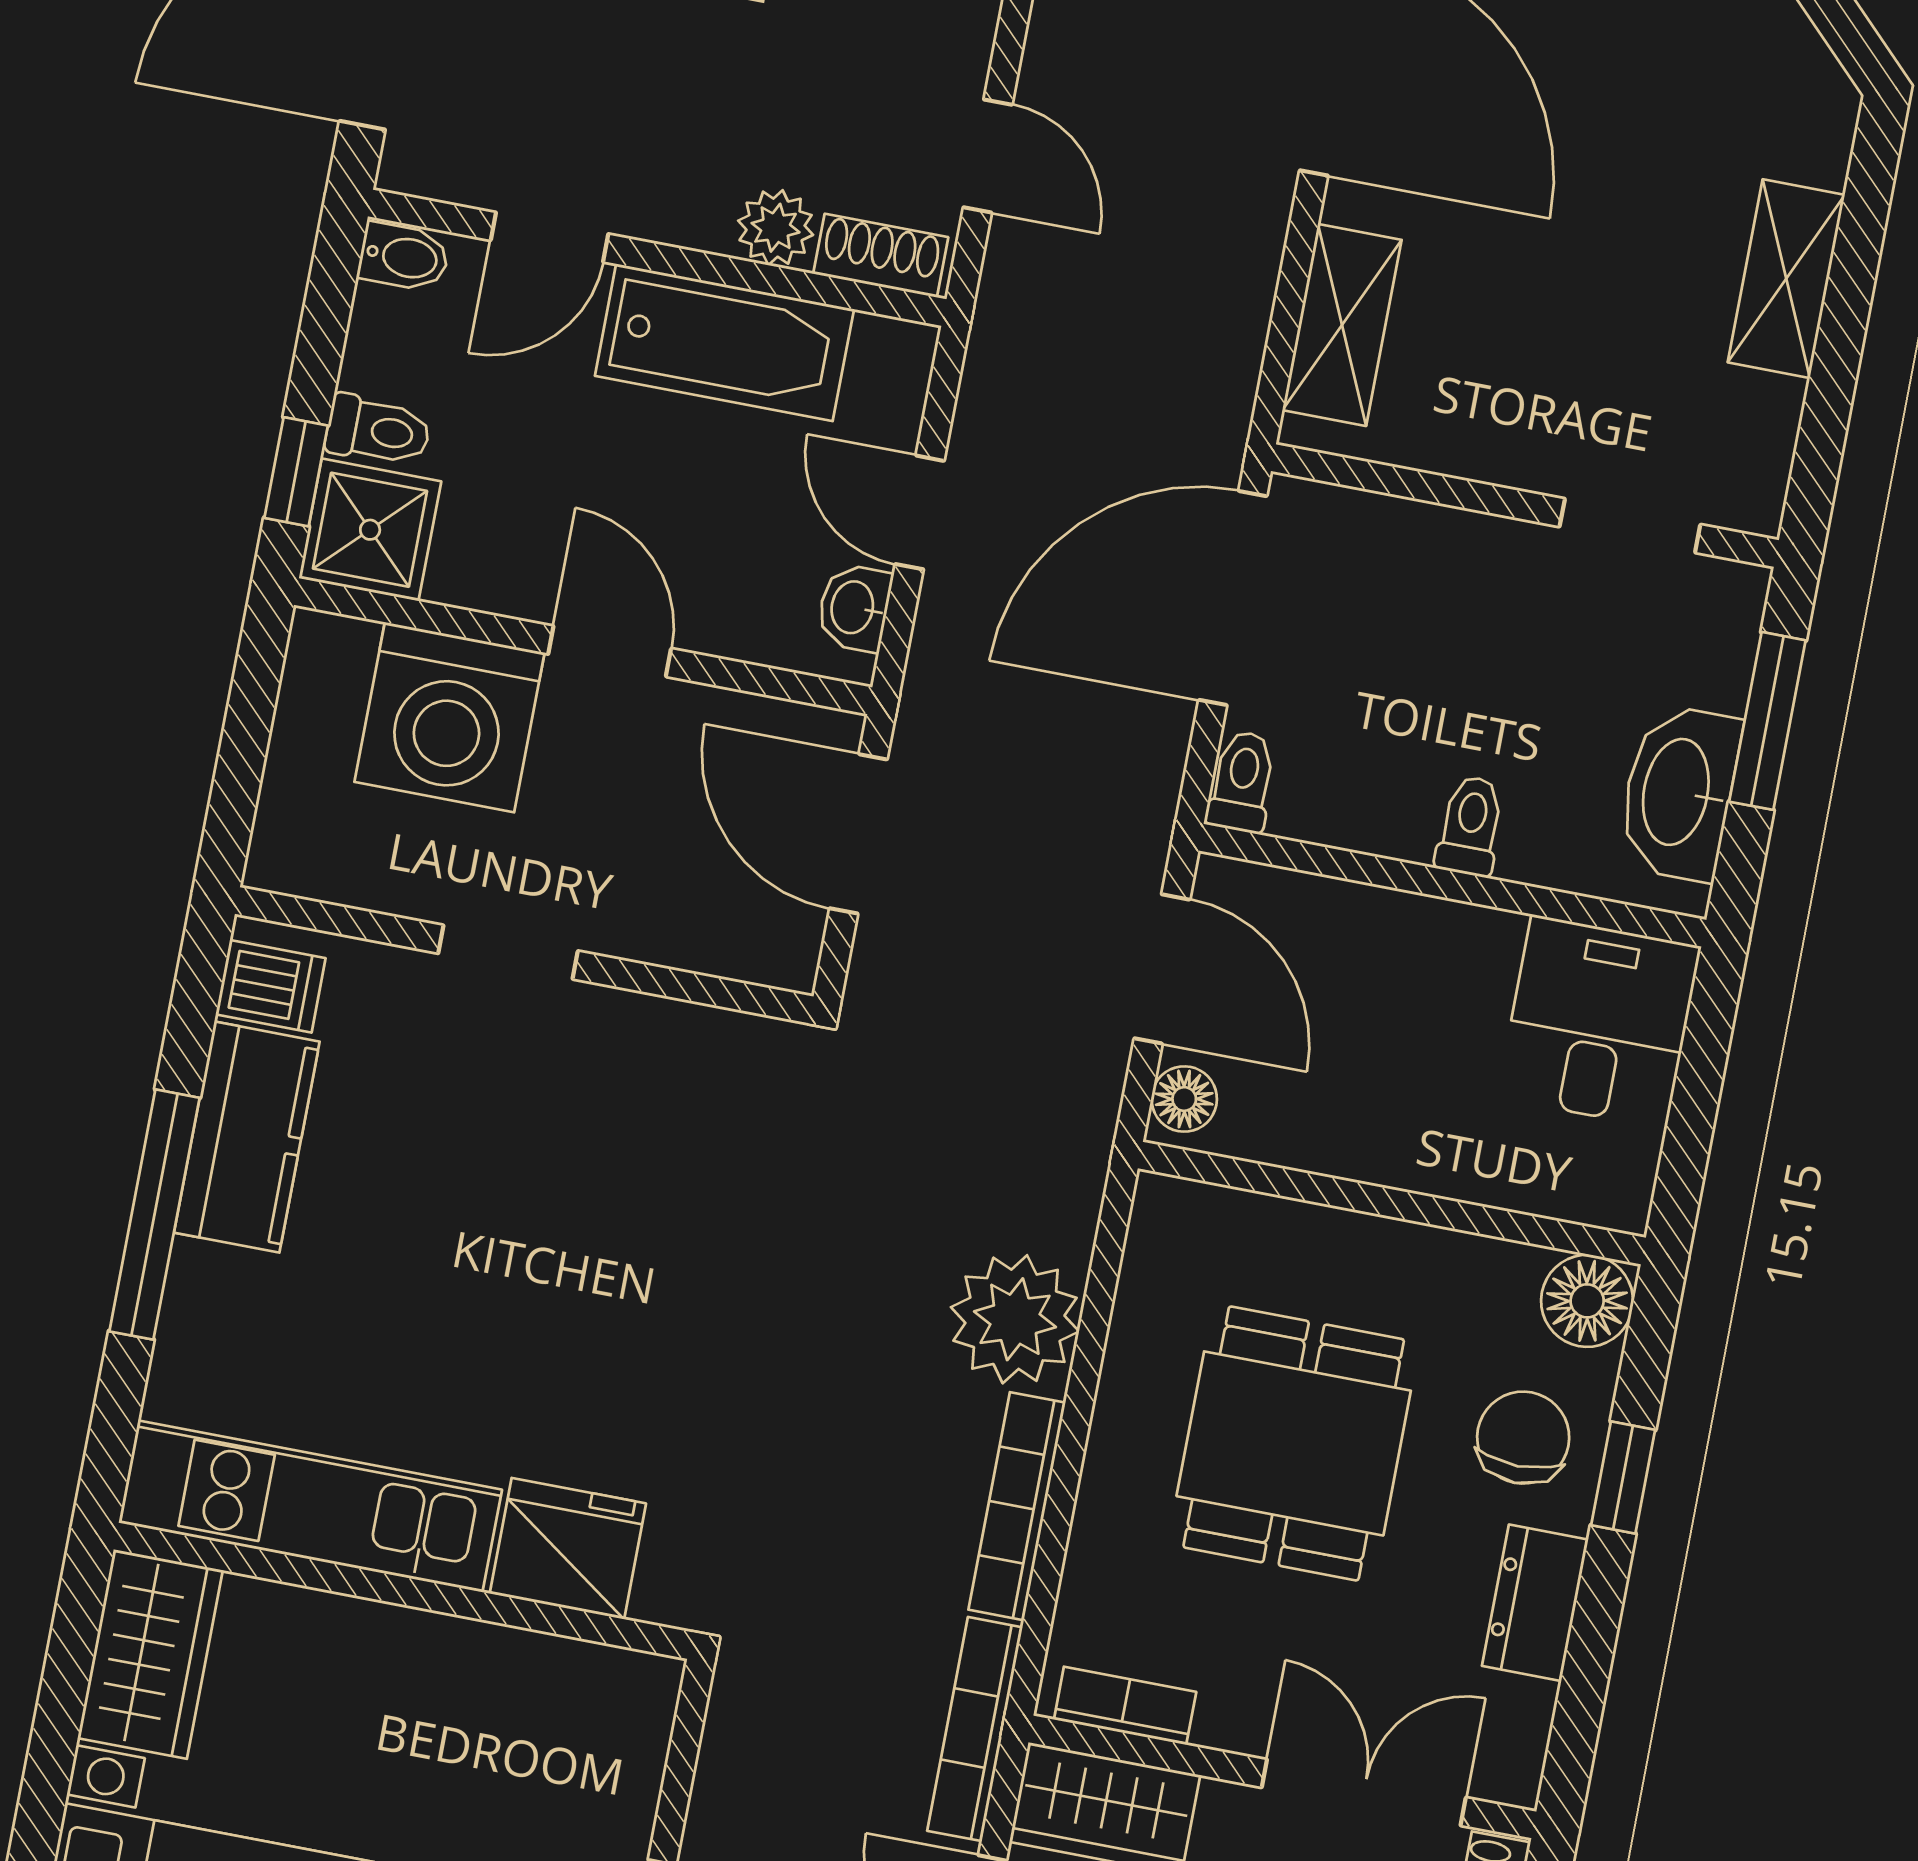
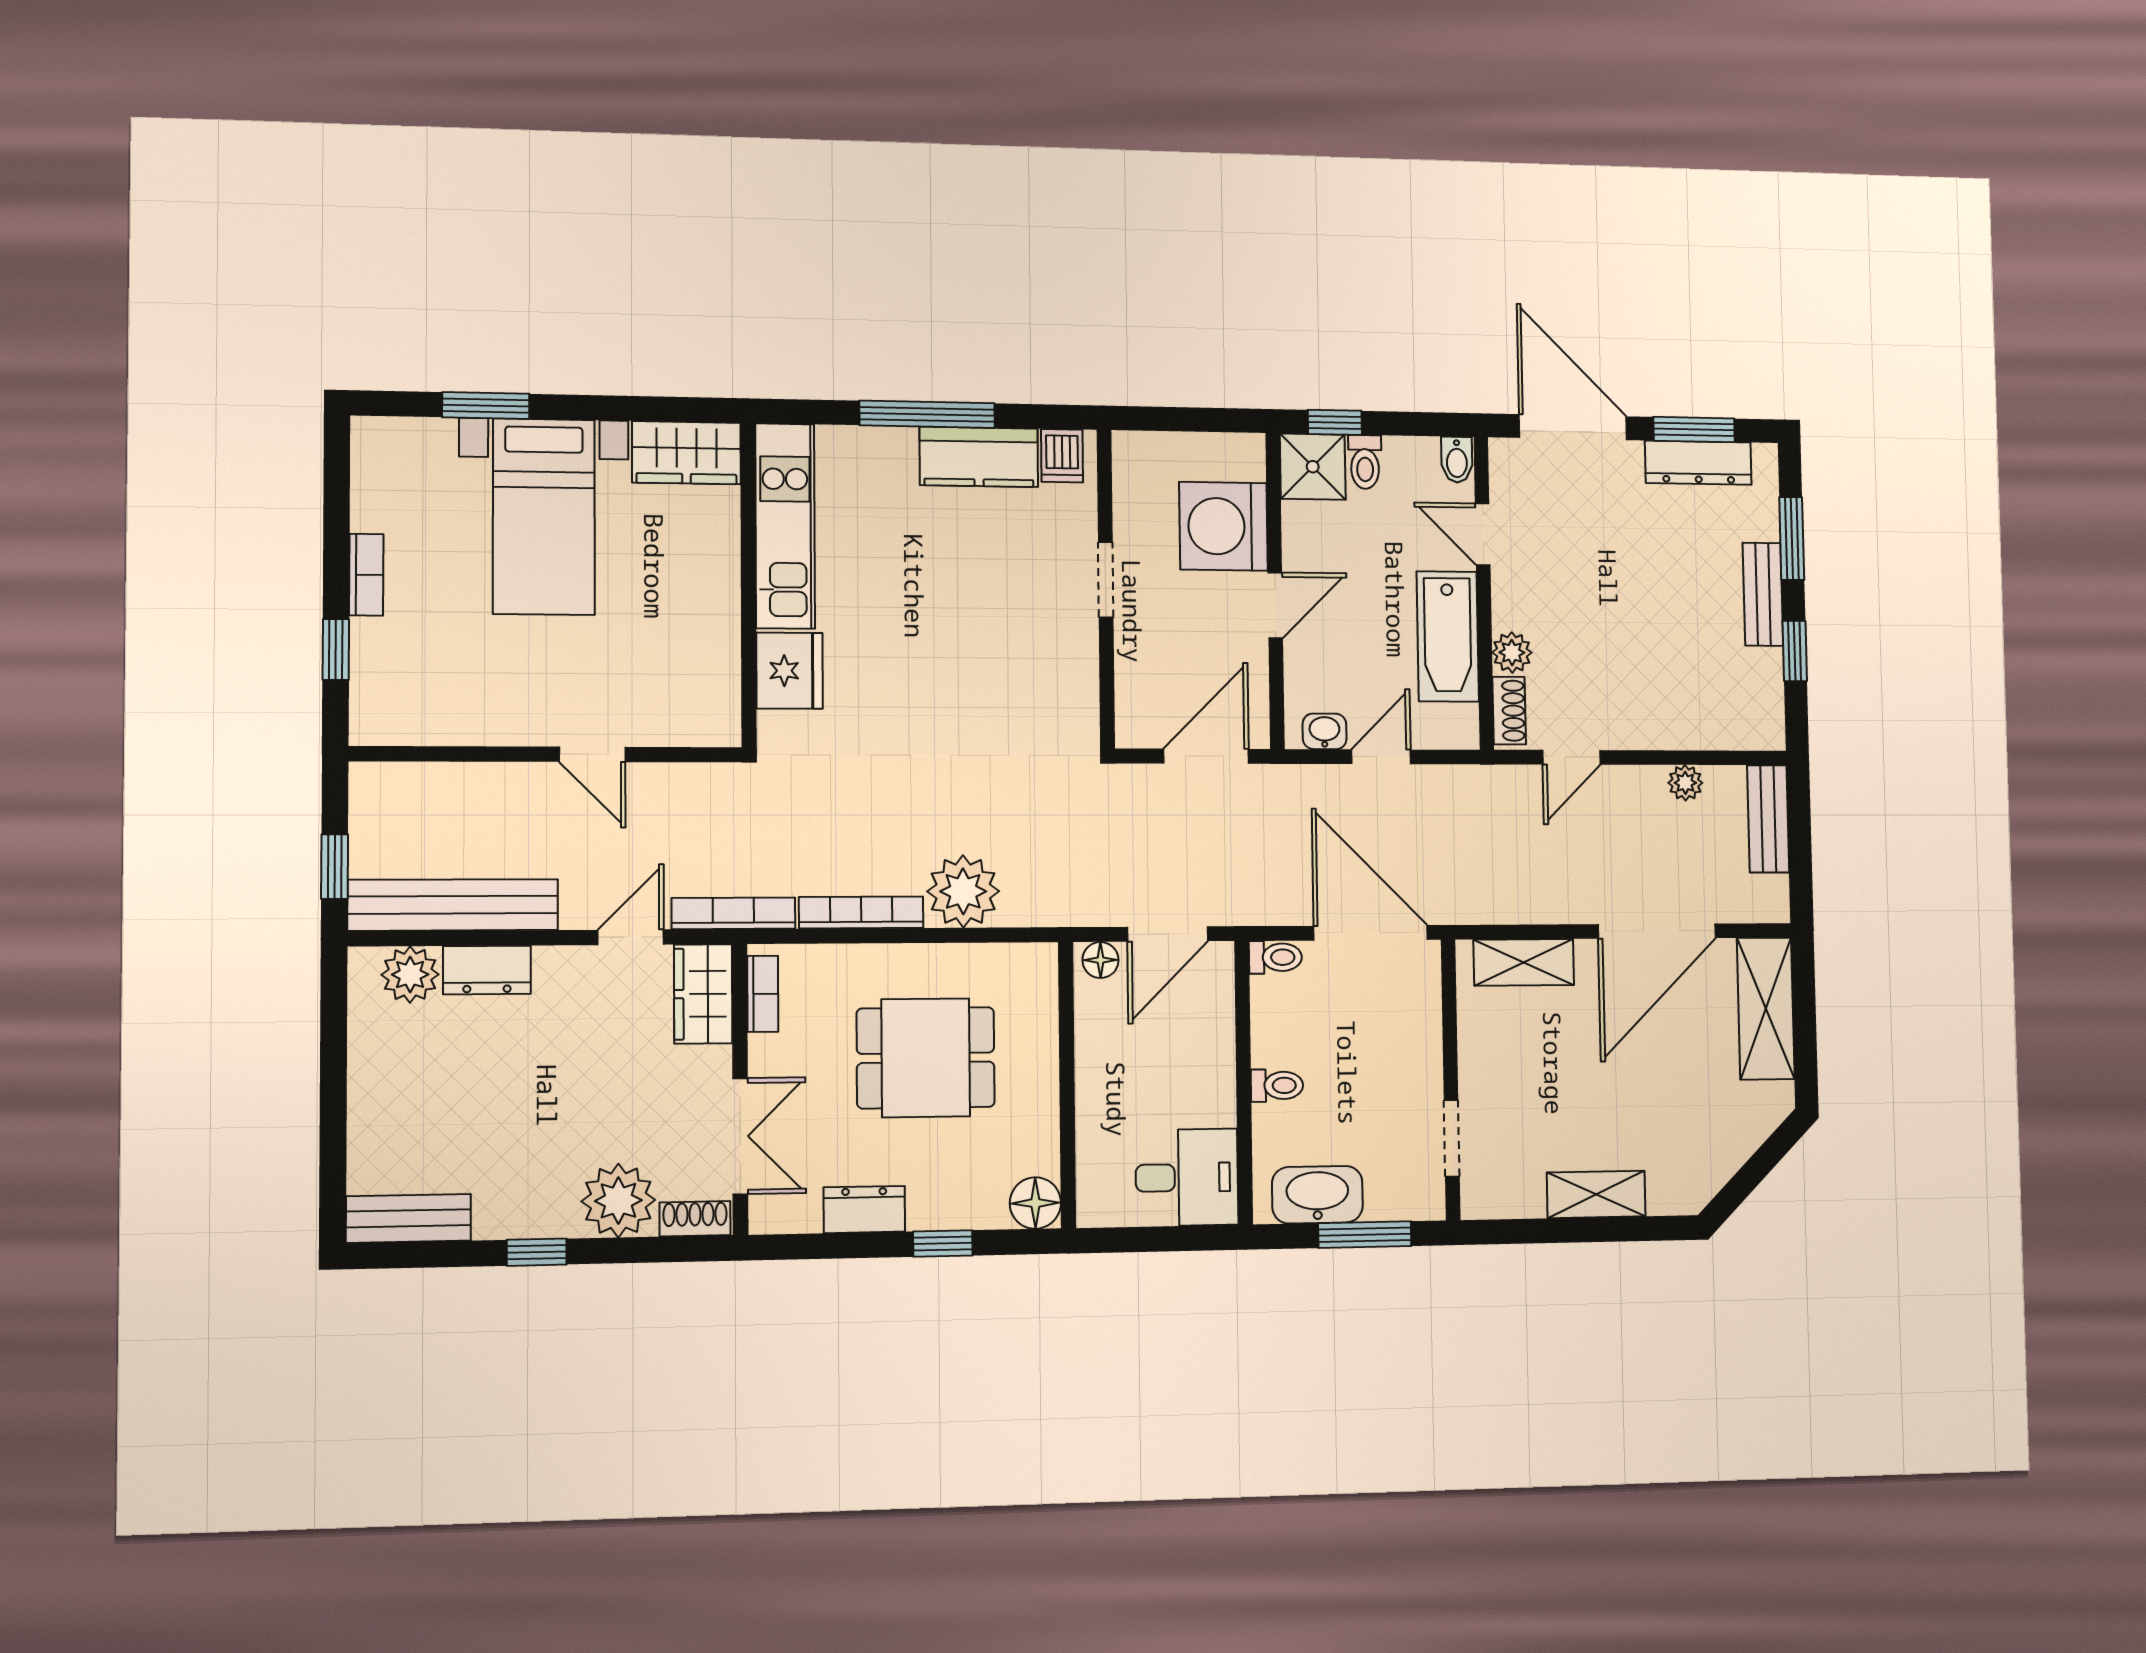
chair: (1523, 1438) -> (954, 1184), removed

